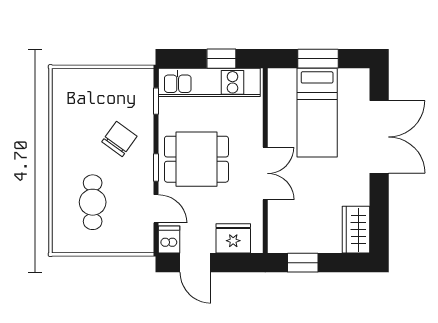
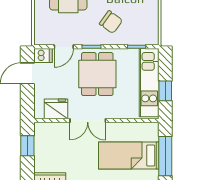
window: (318, 59) -> (165, 156), width x1.44
fridge: (233, 238) -> (56, 109), moved, turned -90

